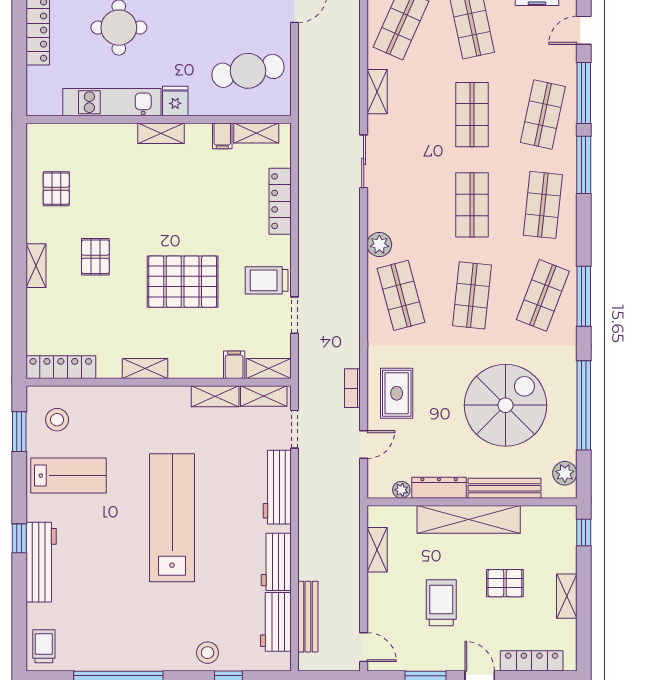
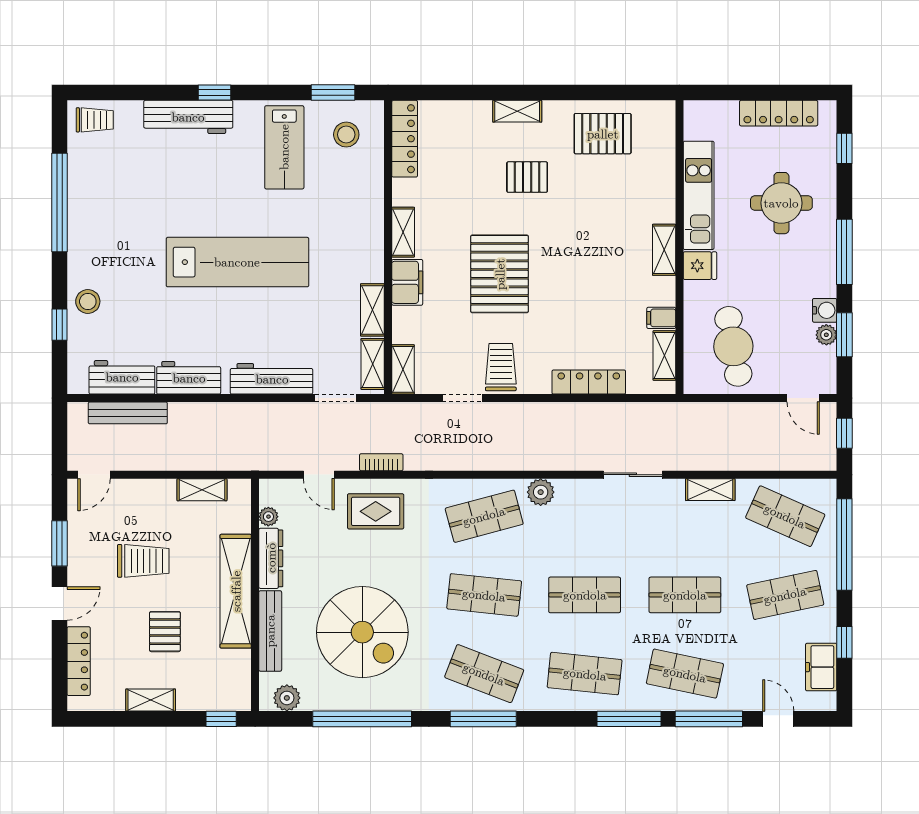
pallet: (56, 189) -> (603, 134), width x1.50, depth x1.42
filing cabinet: (234, 365) -> (407, 282), moved, width x2.00

